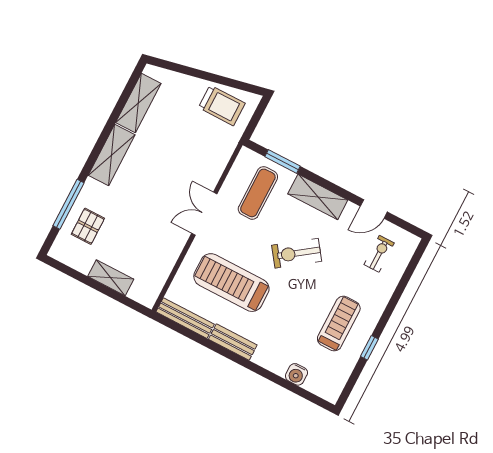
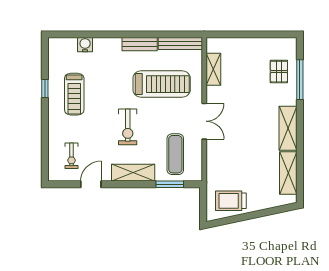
exercise bike: (297, 253) -> (128, 127), turned 126
shelving: (111, 278) -> (213, 69), moved, turned 90

